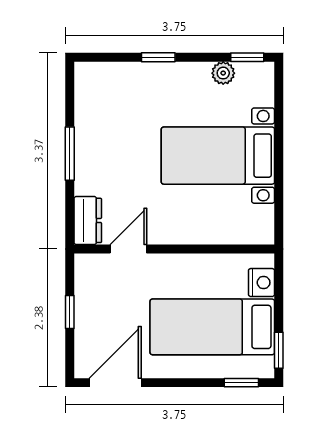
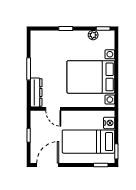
bed with nightstands: (218, 156) -> (91, 77), width x1.36
dresser: (88, 220) -> (36, 92), width x1.44
door: (128, 249) -> (53, 109), swing flipped

